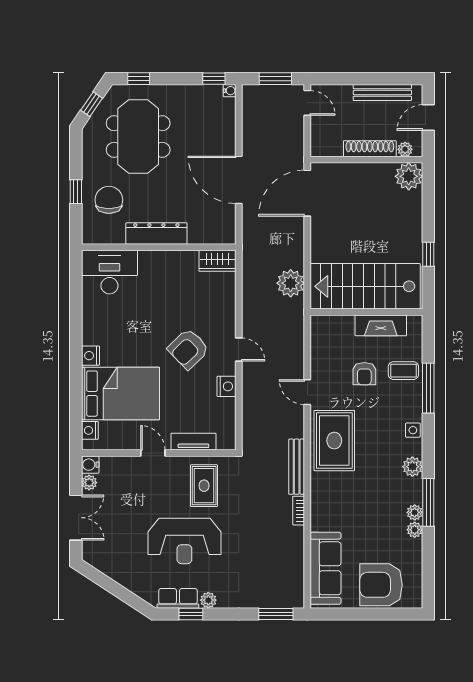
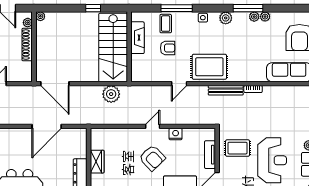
plant: (409, 176) -> (40, 16), width x0.53, depth x0.53
wardrobe: (217, 261) -> (97, 162), moved

